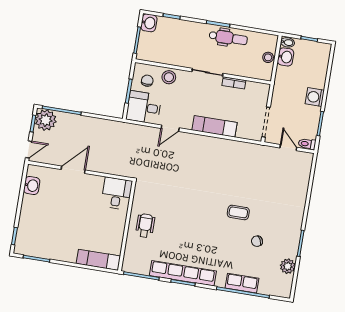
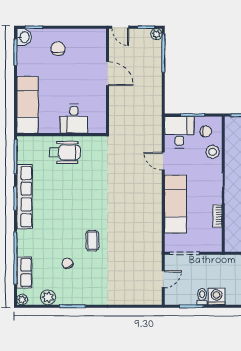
plant: (46, 120) -> (156, 34), width x0.53, depth x0.53
exam couch: (215, 126) -> (176, 204), width x1.36, depth x1.45
toilet: (307, 144) -> (202, 297), moved
washbasin: (32, 185) -> (24, 37), moved, turned -90
desk: (117, 193) -> (74, 119), moved, turned 90
chair: (40, 215) -> (58, 49), added
wheelchair: (145, 226) -> (65, 152), width x1.36, depth x1.37
exam couch: (98, 260) -> (27, 105), width x1.36, depth x1.45
row of seats: (242, 283) -> (24, 273), moved
plant: (286, 292) -> (22, 299), added

